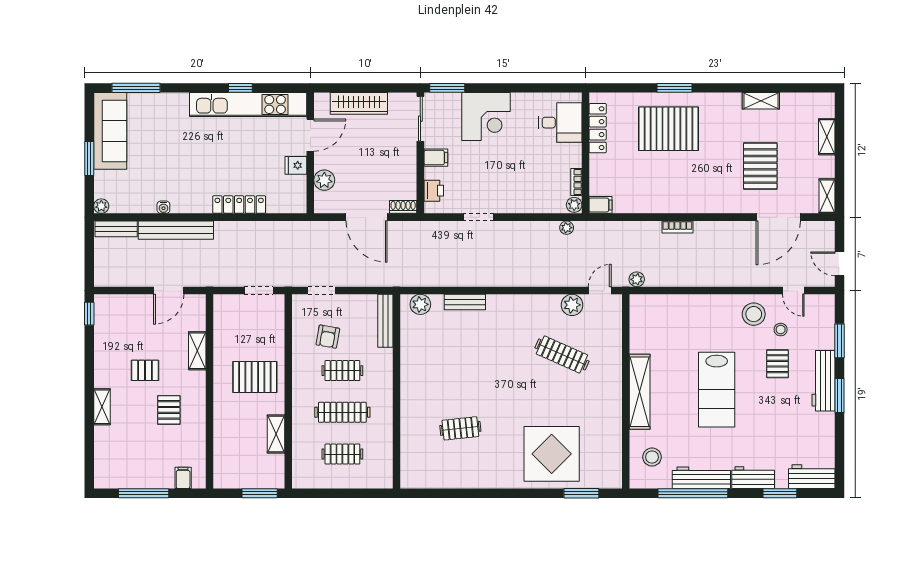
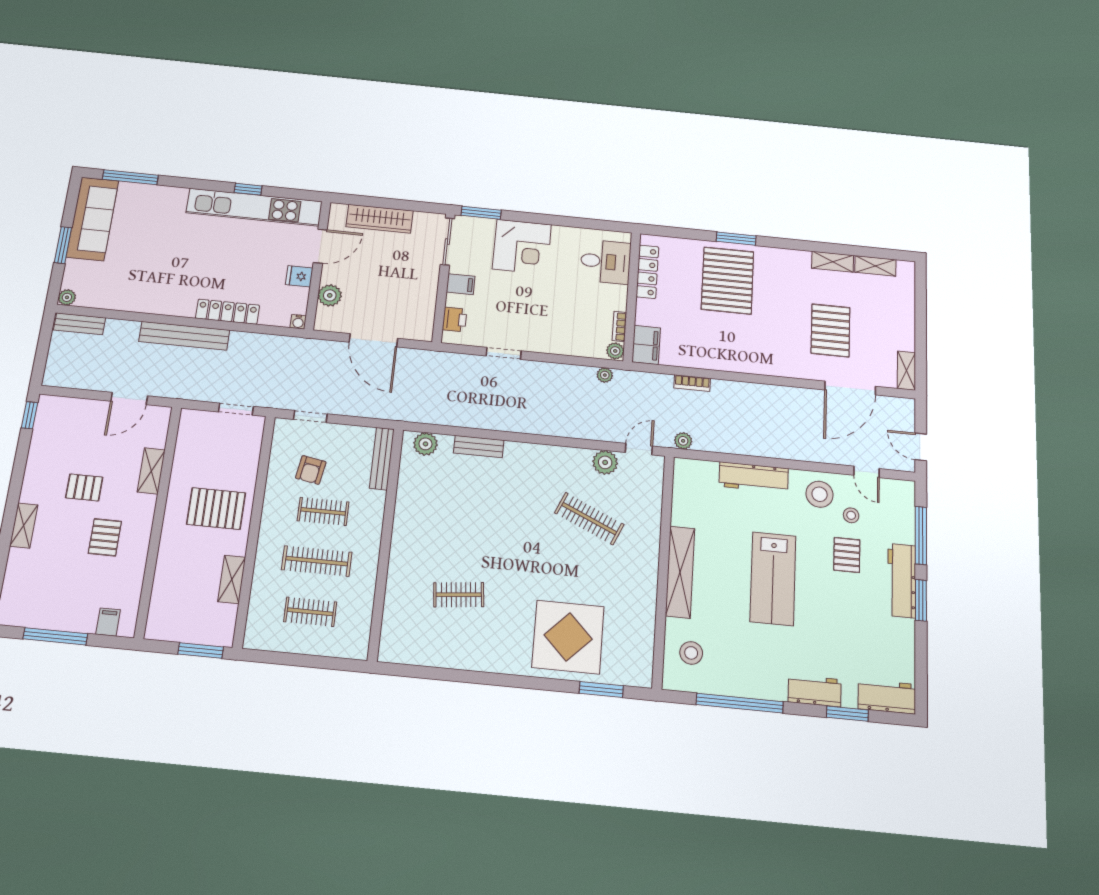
pallet: (668, 129) -> (728, 280), turned 90
shelving: (827, 137) -> (875, 266), moved, turned 90
filing cabinet: (600, 205) -> (646, 345), width x2.00
water cooler: (163, 207) -> (298, 322), moved
shoe rack: (403, 207) -> (417, 333), removed
bookcase: (677, 227) -> (692, 383), moved
bench: (176, 230) -> (184, 336), moved
window: (839, 341) -> (921, 535), width x1.44
workbench: (701, 478) -> (754, 477), moved, turned 180

